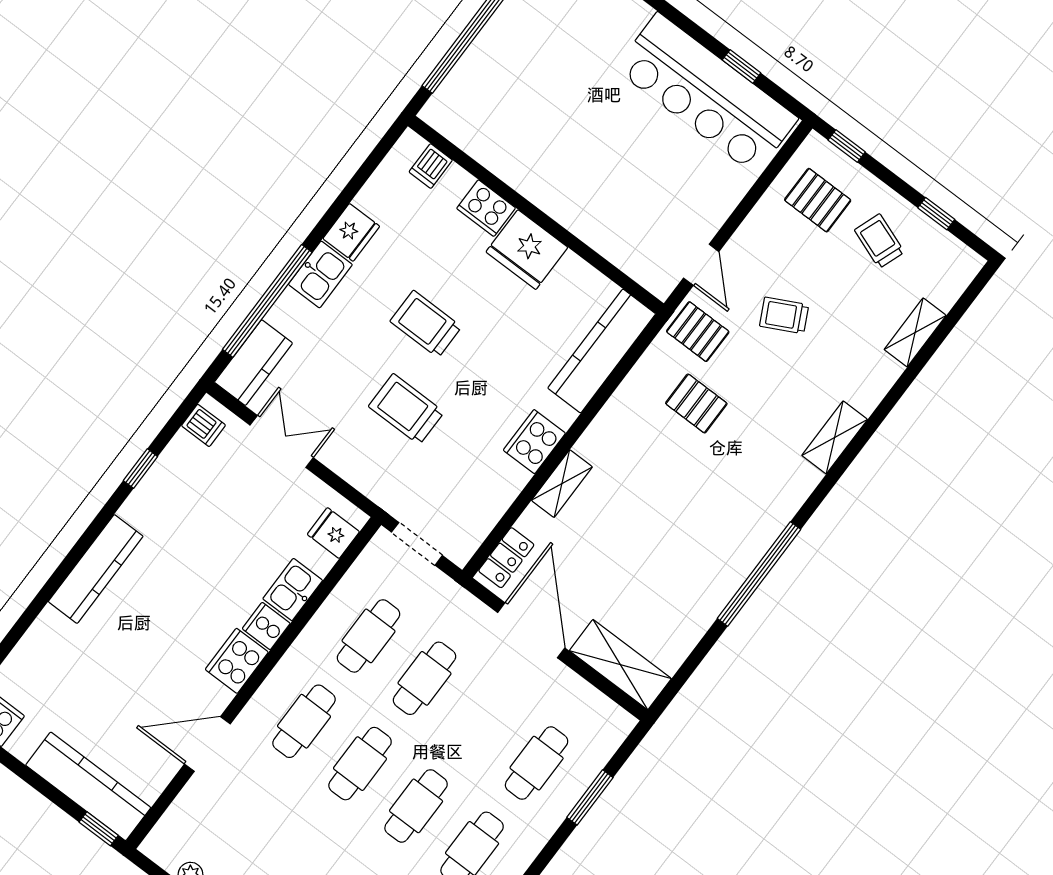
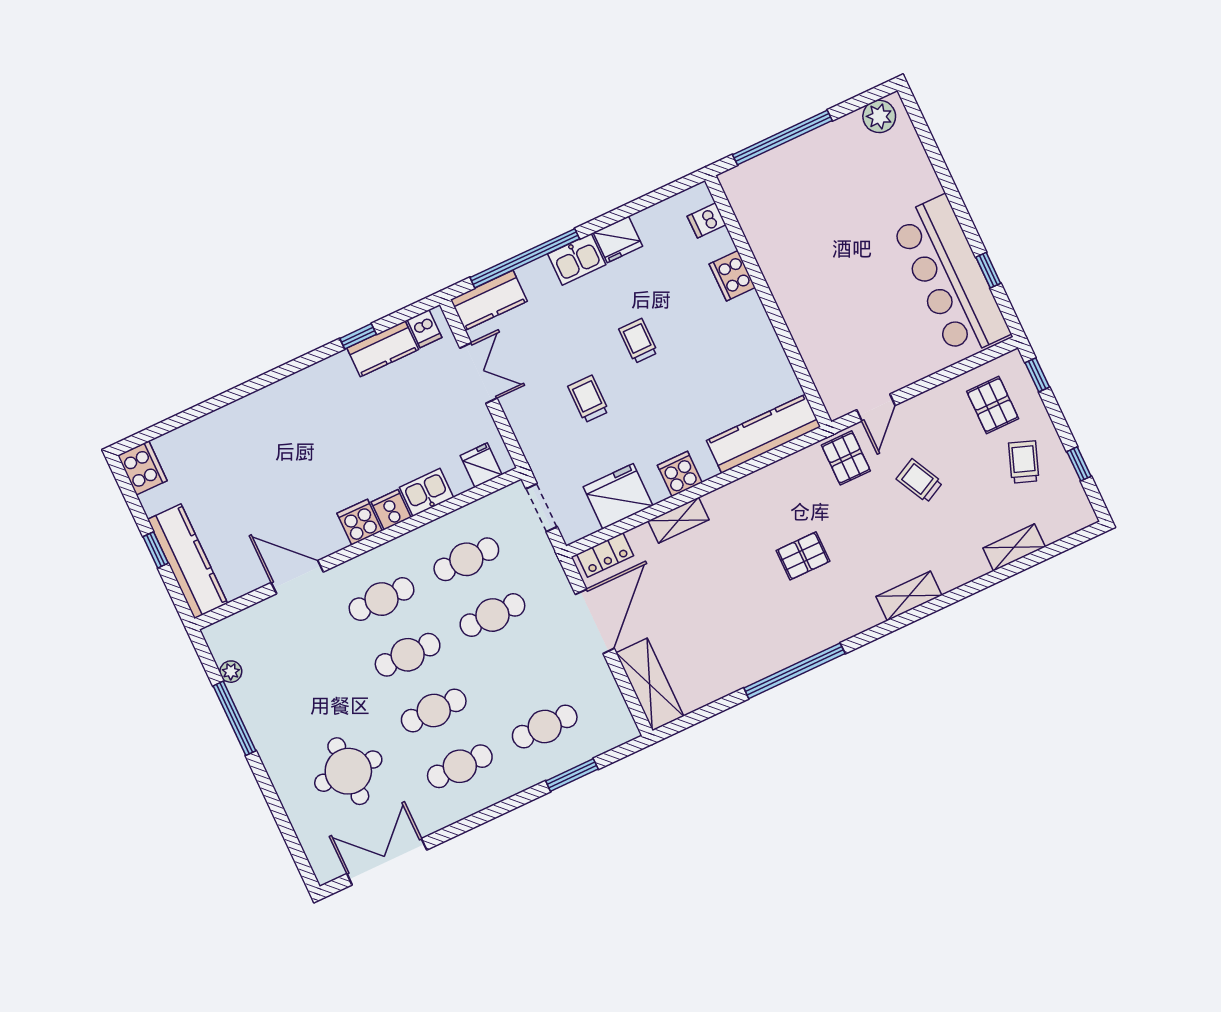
fridge: (527, 250) -> (618, 496), moved, turned 90
trolley: (426, 324) -> (638, 341), width x0.73, depth x0.72
pallet: (696, 403) -> (803, 556), moved, turned 90
trolley: (406, 409) -> (588, 399), width x0.73, depth x0.72
cooker: (534, 442) -> (680, 474), width x0.73
kitchen counter: (96, 569) -> (383, 349), moved, width x0.67
cooker: (237, 661) -> (360, 522), width x0.73
window: (99, 829) -> (156, 550), moved

